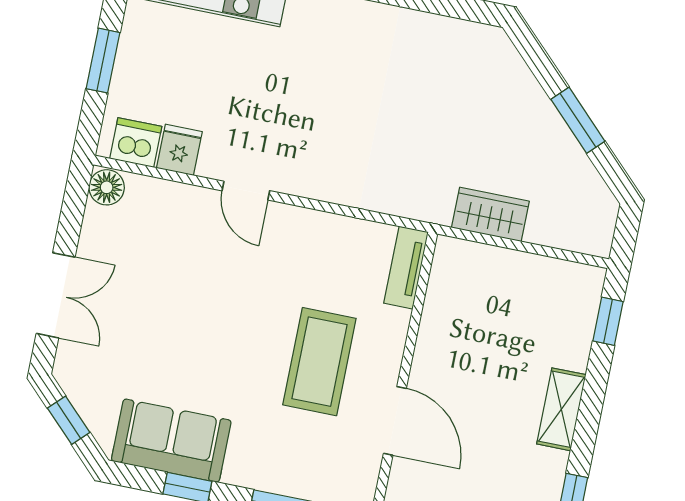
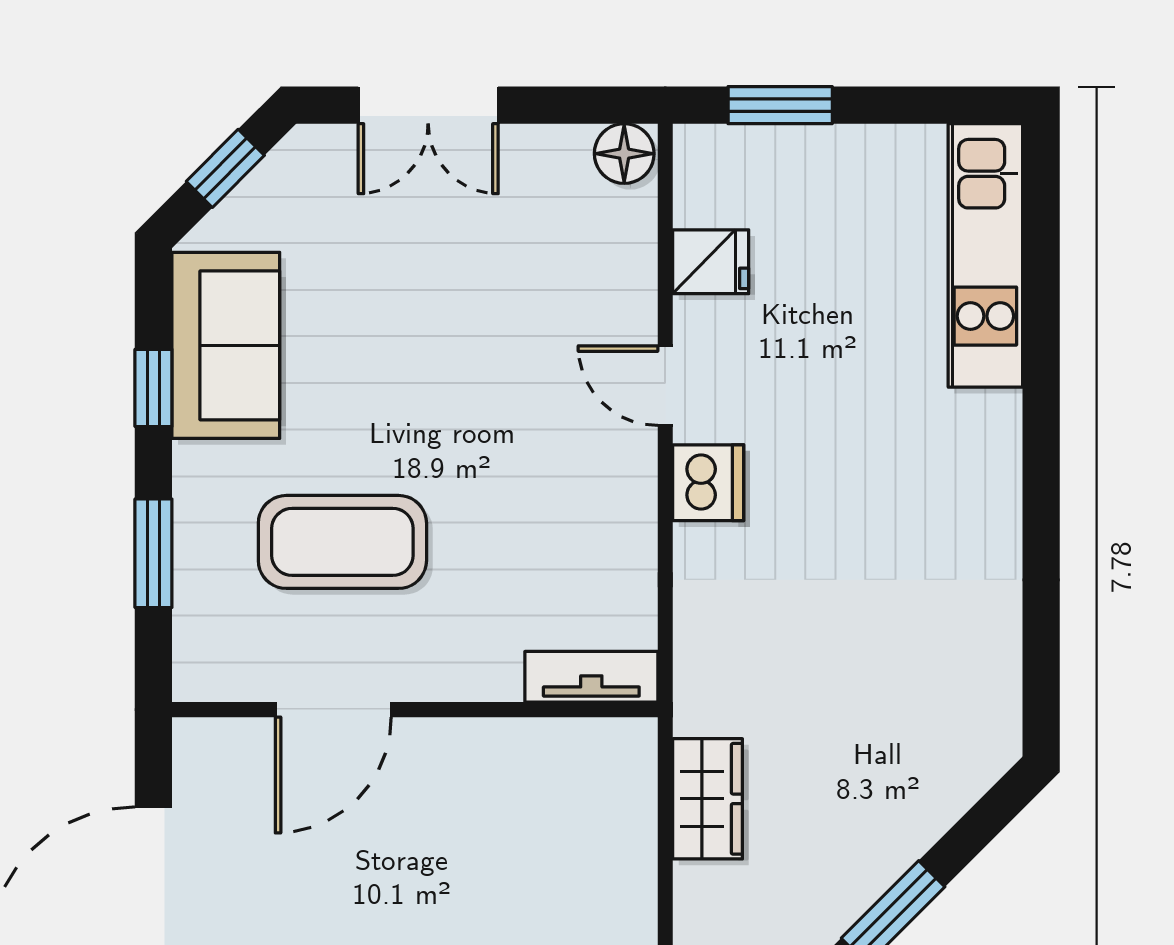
window: (103, 61) -> (780, 105), moved
dishwasher: (136, 143) -> (708, 483), moved
door: (246, 191) -> (665, 386), hinge flipped
coffee table: (319, 362) -> (342, 542), moved

